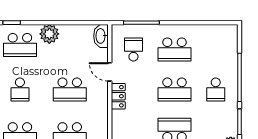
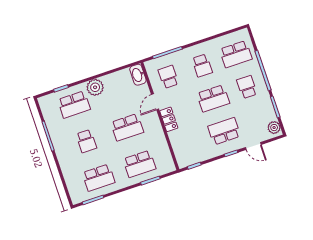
school desk: (175, 49) -> (202, 66), width x0.54
school desk: (216, 49) -> (236, 54), added
door: (110, 72) -> (155, 102), hinge flipped
school desk: (216, 90) -> (247, 87), turned 180

